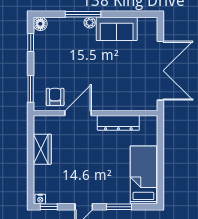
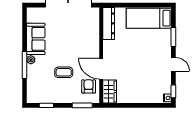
floor lamp: (40, 24) -> (32, 98), removed
coffee table: (73, 65) -> (64, 72), added
armchair: (55, 97) -> (89, 86), turned 90
dresser: (118, 123) -> (109, 23), moved
wardrobe: (42, 149) -> (110, 91), moved, turned 90

